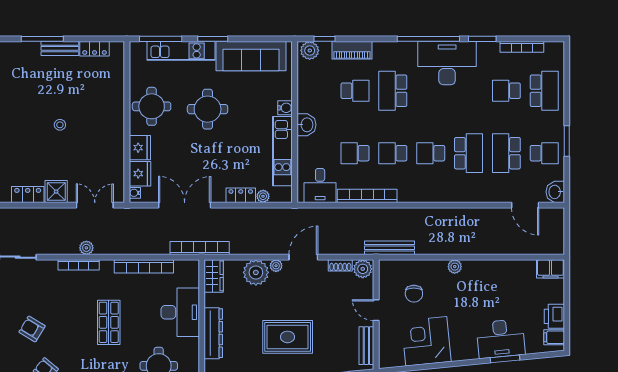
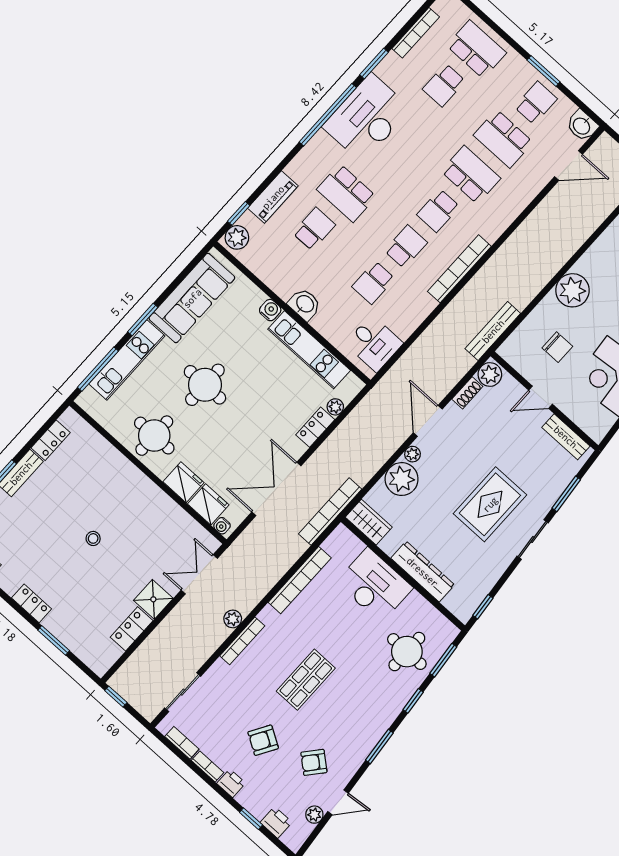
school desk: (393, 153) -> (406, 247), turned 180
bookcase: (367, 196) -> (459, 269), moved
plant: (455, 267) -> (572, 290), width x1.88, depth x1.88
shop shelf: (109, 322) -> (306, 680), moved, turned 90

